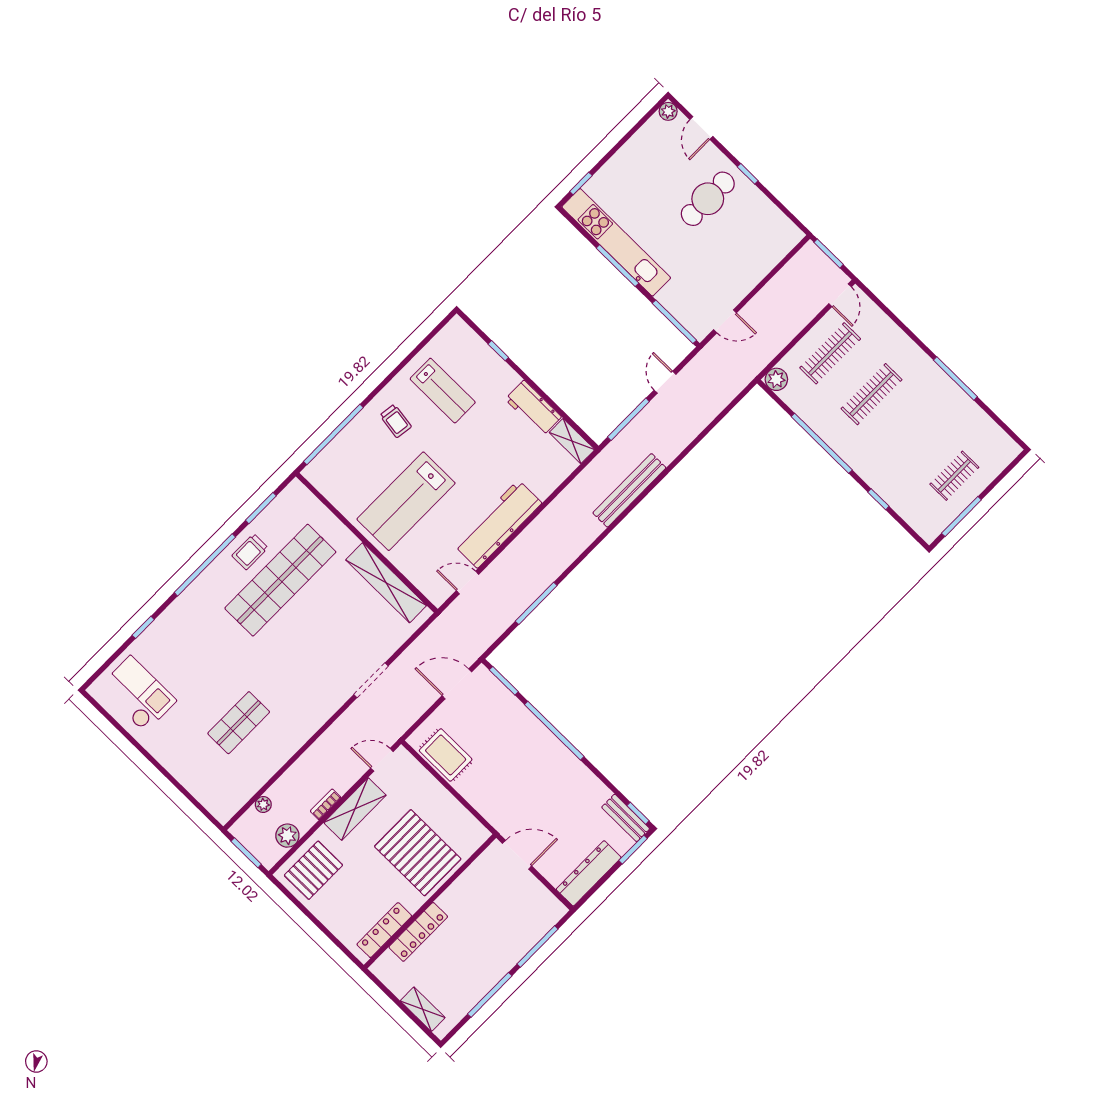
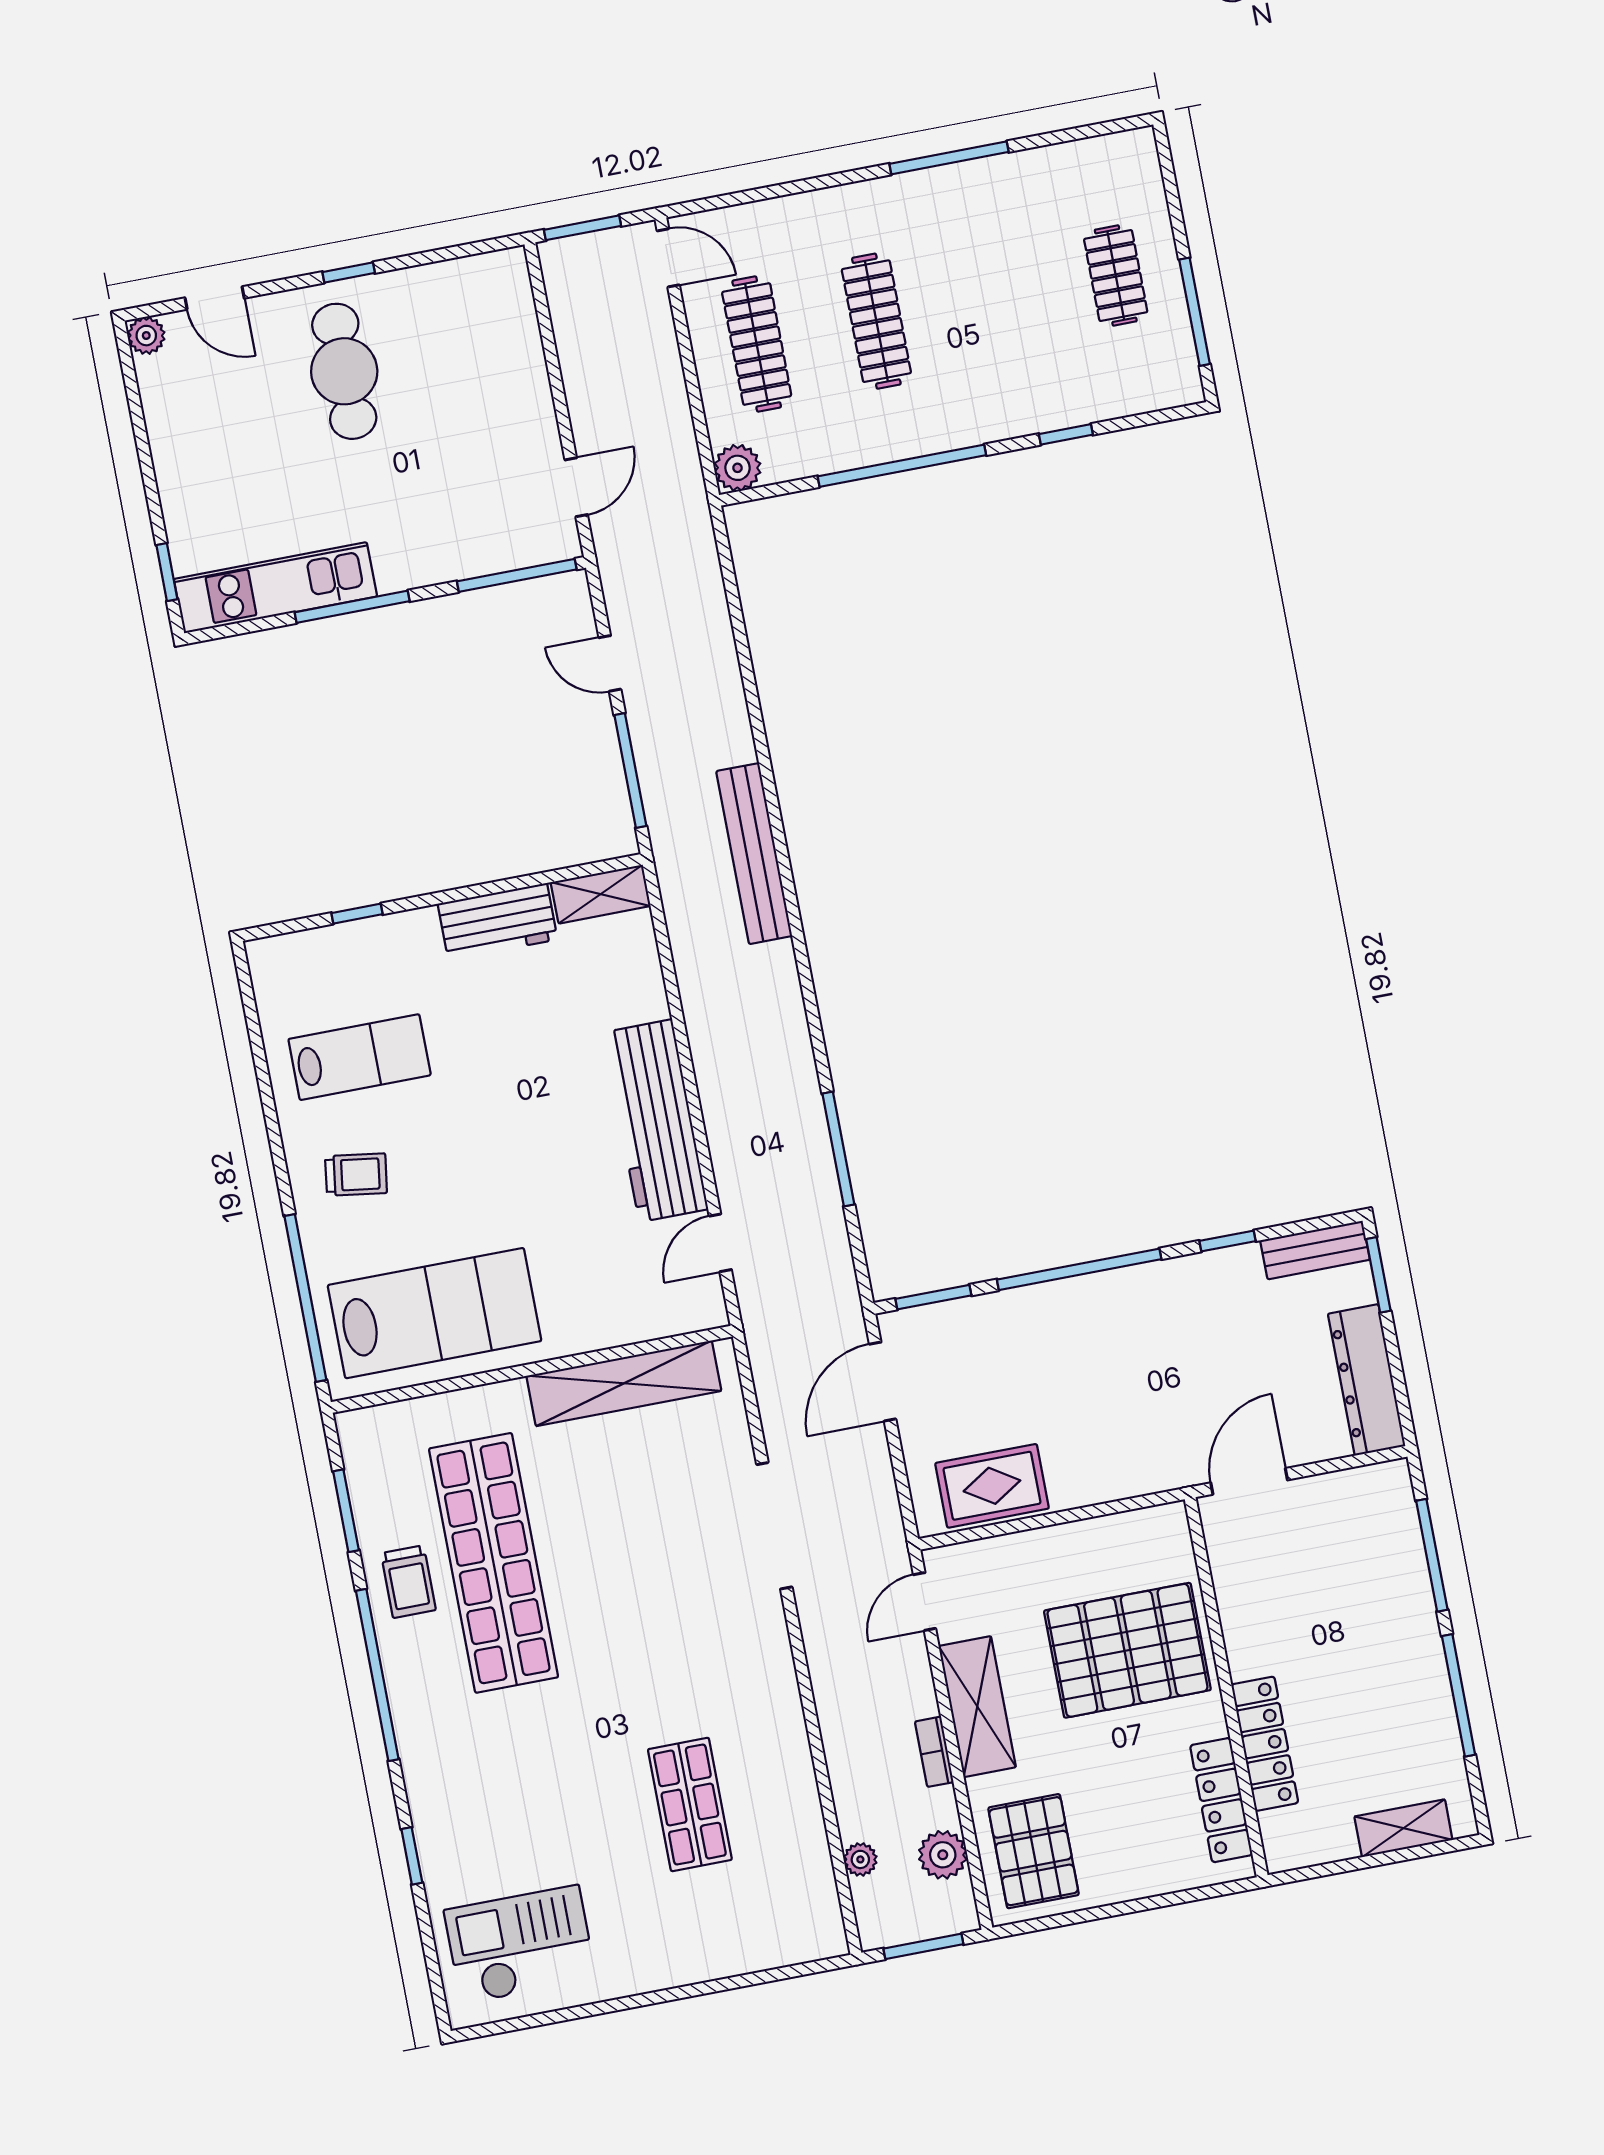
kitchen unit: (616, 242) -> (275, 588), width x0.73
lab bench: (406, 501) -> (435, 1313), moved, turned -90
doorway: (371, 680) -> (774, 1526), width x1.36
window: (638, 813) -> (1228, 1241), moved

